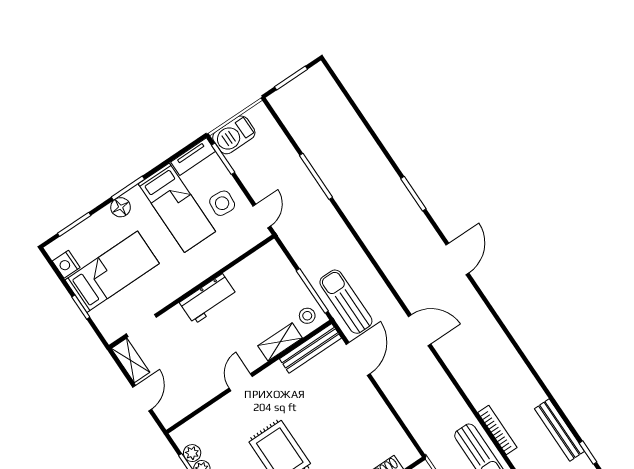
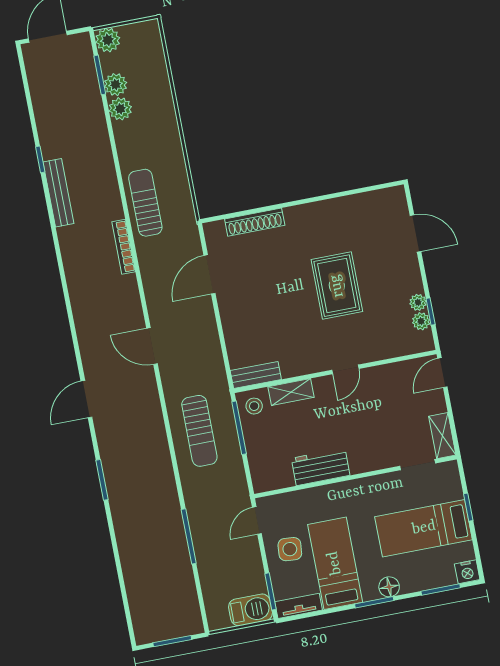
nightstand: (66, 264) -> (467, 572), moved, turned 90
workbench: (208, 299) -> (321, 467), moved
sun lounger: (346, 302) -> (199, 431), moved
bench: (310, 348) -> (256, 375), width x0.73
door: (358, 359) -> (210, 274), moved
door: (142, 398) -> (442, 373), moved
bookcase: (497, 430) -> (124, 247), moved

